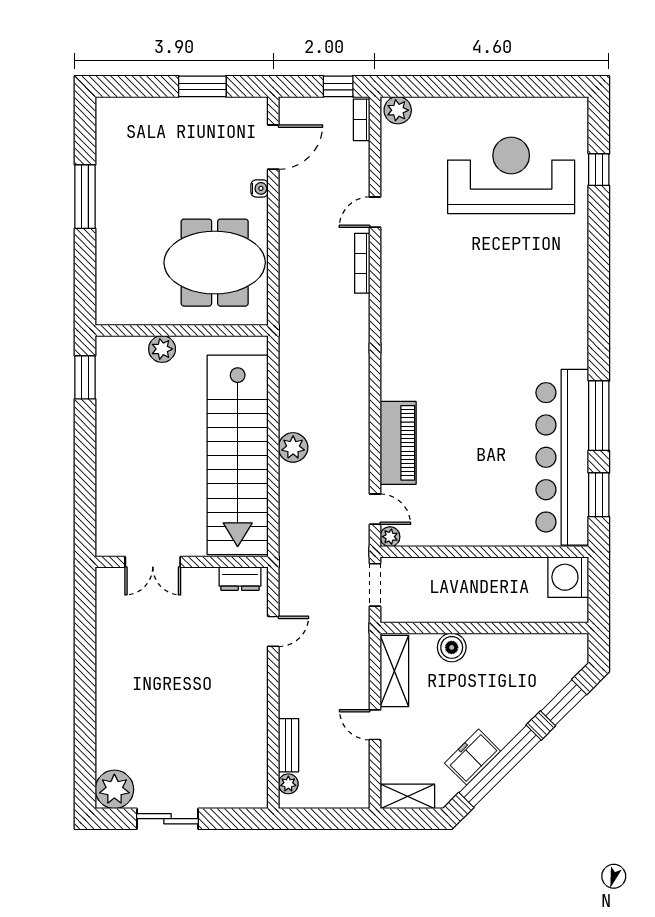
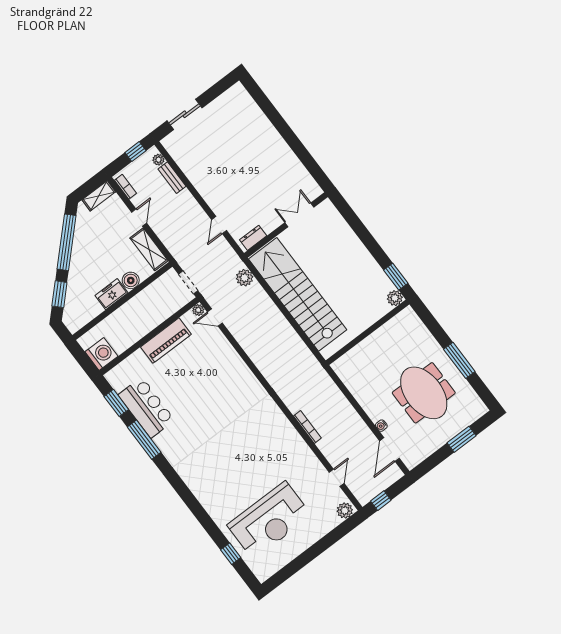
window: (202, 86) -> (462, 439), moved
bookcase: (362, 120) -> (125, 187), moved
door: (375, 212) -> (337, 478), moved
meeting table: (215, 263) -> (424, 393), moved, turned 90
plant: (162, 349) -> (395, 298), moved
piano: (398, 443) -> (166, 341), moved, turned -90
plant: (293, 447) -> (245, 278), moved
bar counter: (562, 457) -> (146, 407), width x0.54
door: (375, 725) -> (139, 218), hinge flipped
freezer: (473, 757) -> (111, 294), moved, turned -135
plant: (114, 789) -> (237, 96), removed
sliding door: (167, 819) -> (185, 114), moved
window: (311, 819) -> (136, 152), added

